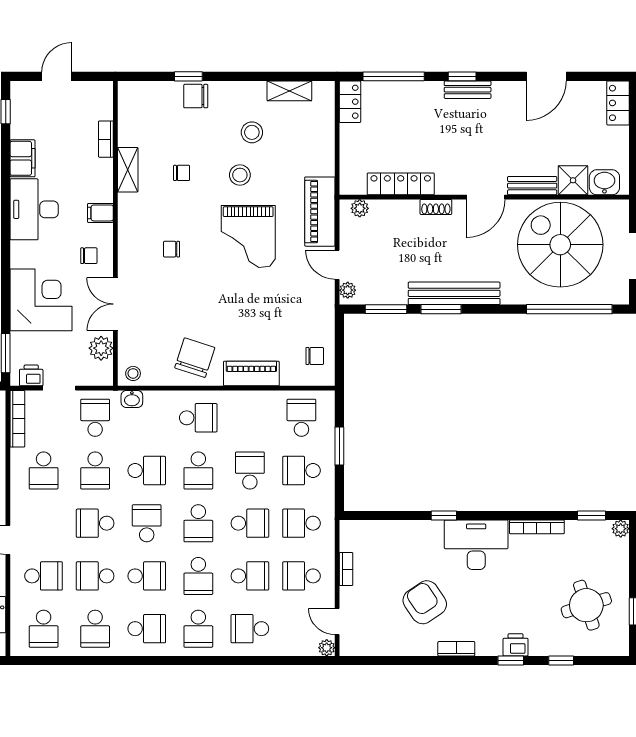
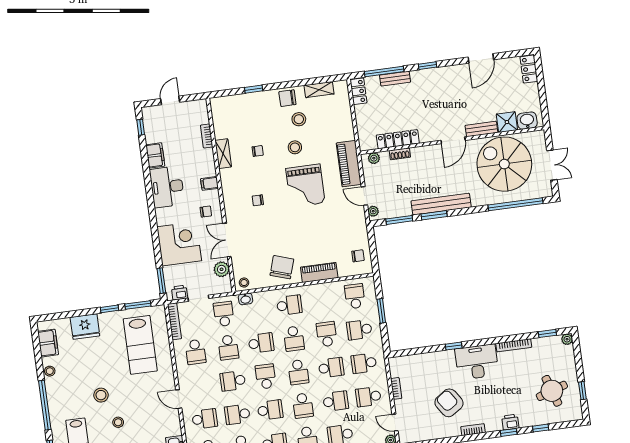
bench: (468, 90) -> (395, 79), moved
chair: (196, 96) -> (287, 98), moved
shoe rack: (436, 207) -> (400, 154), moved

